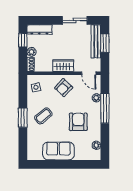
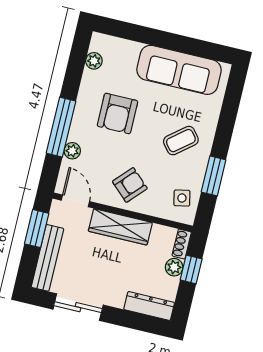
window: (23, 40) -> (191, 269), moved
window: (105, 43) -> (37, 229), moved
wardrobe: (63, 66) -> (120, 227), width x1.50
window: (23, 118) -> (214, 176), moved
sofa: (58, 151) -> (179, 70), width x1.36

